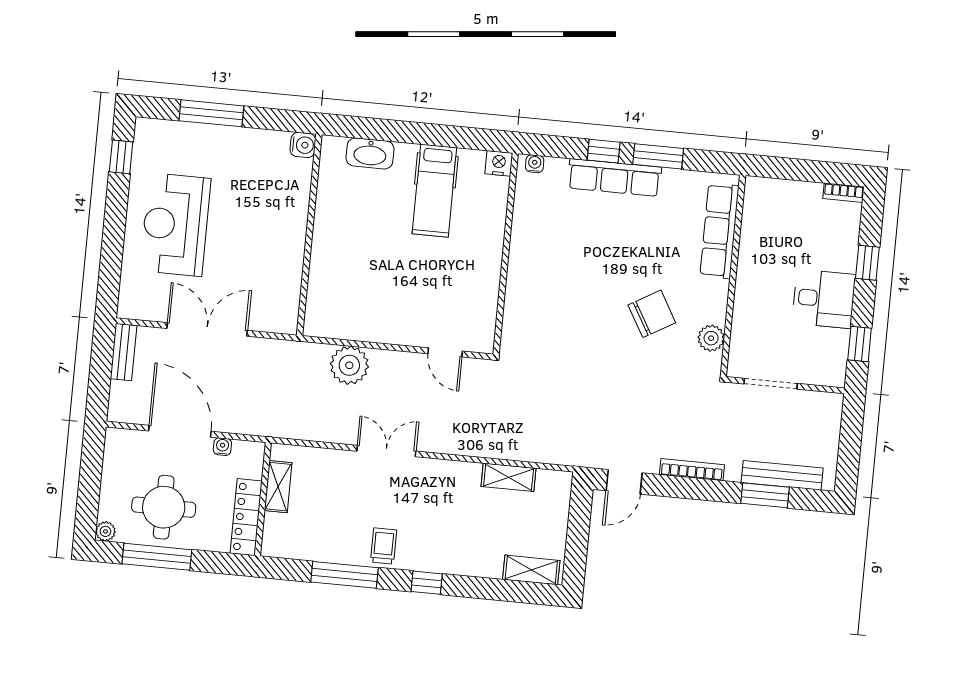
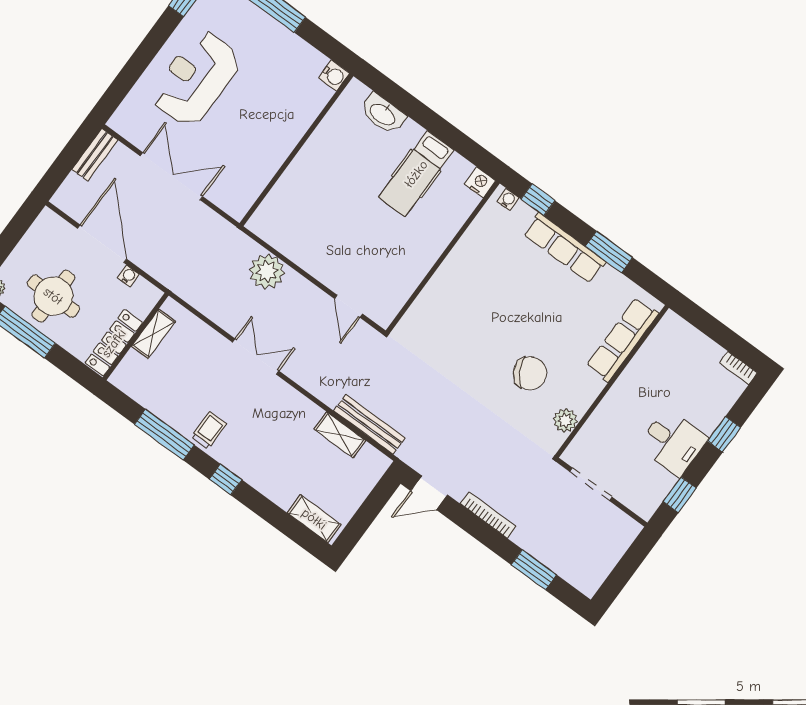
window: (604, 151) -> (538, 200), moved
bench: (782, 475) -> (369, 424), moved

